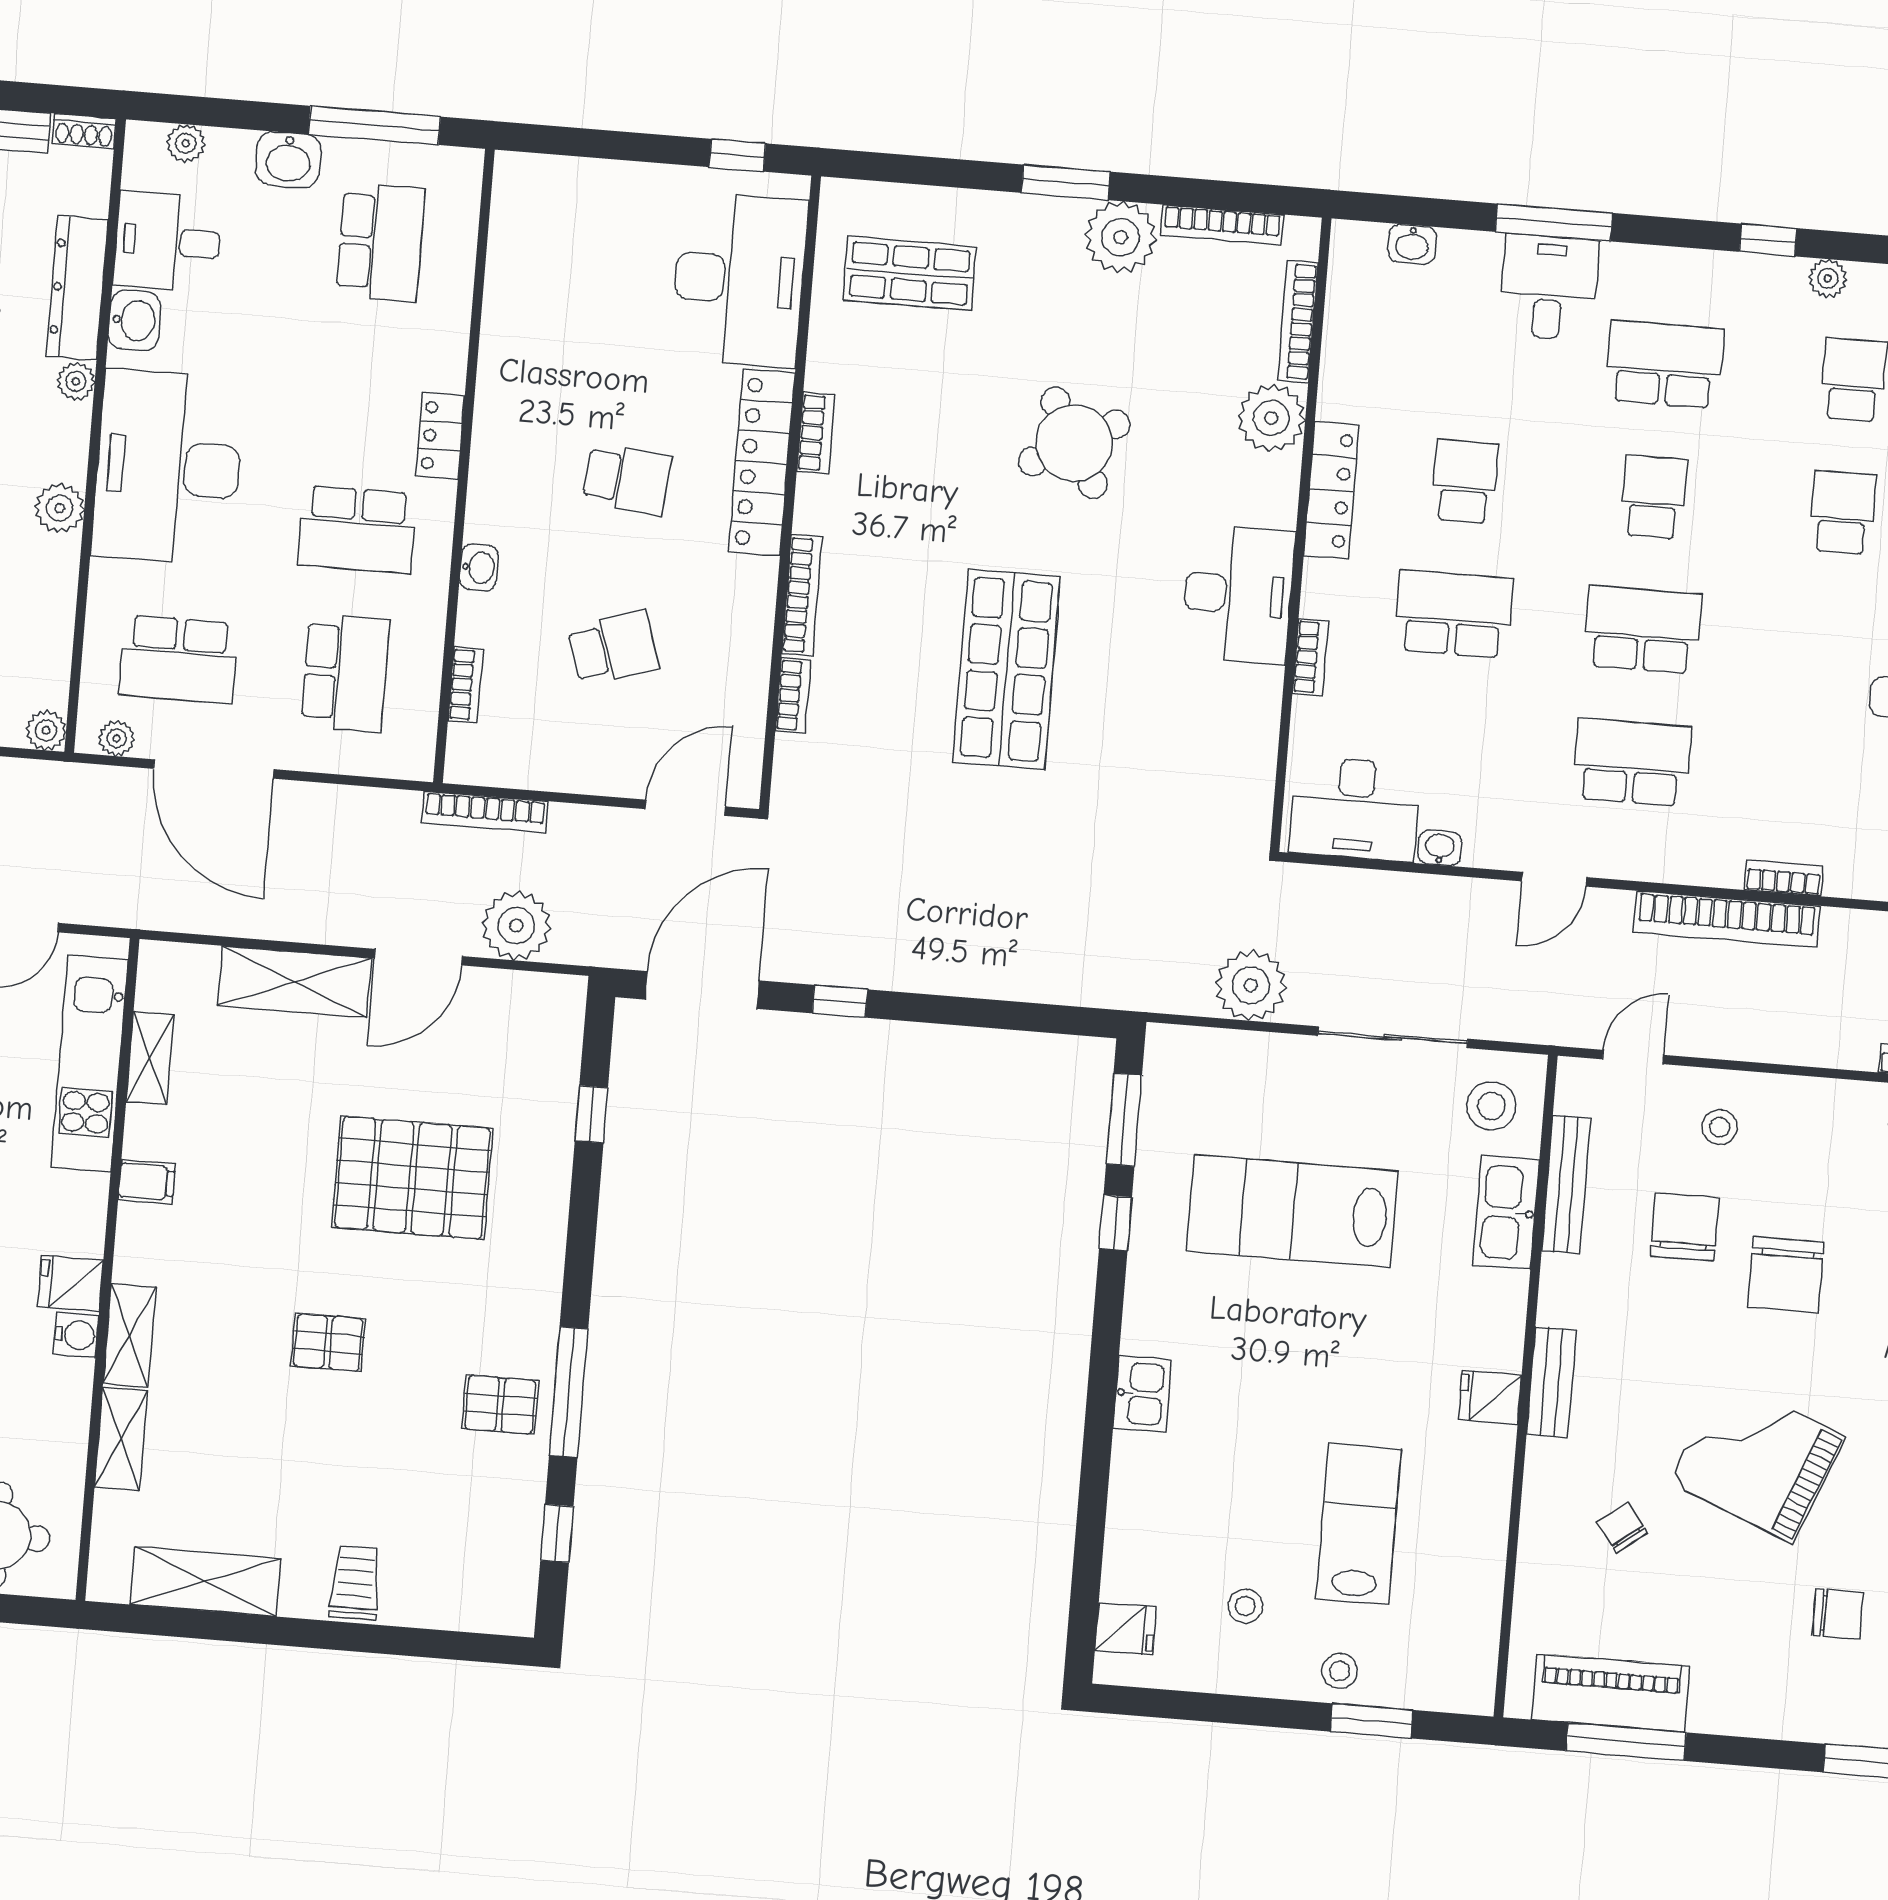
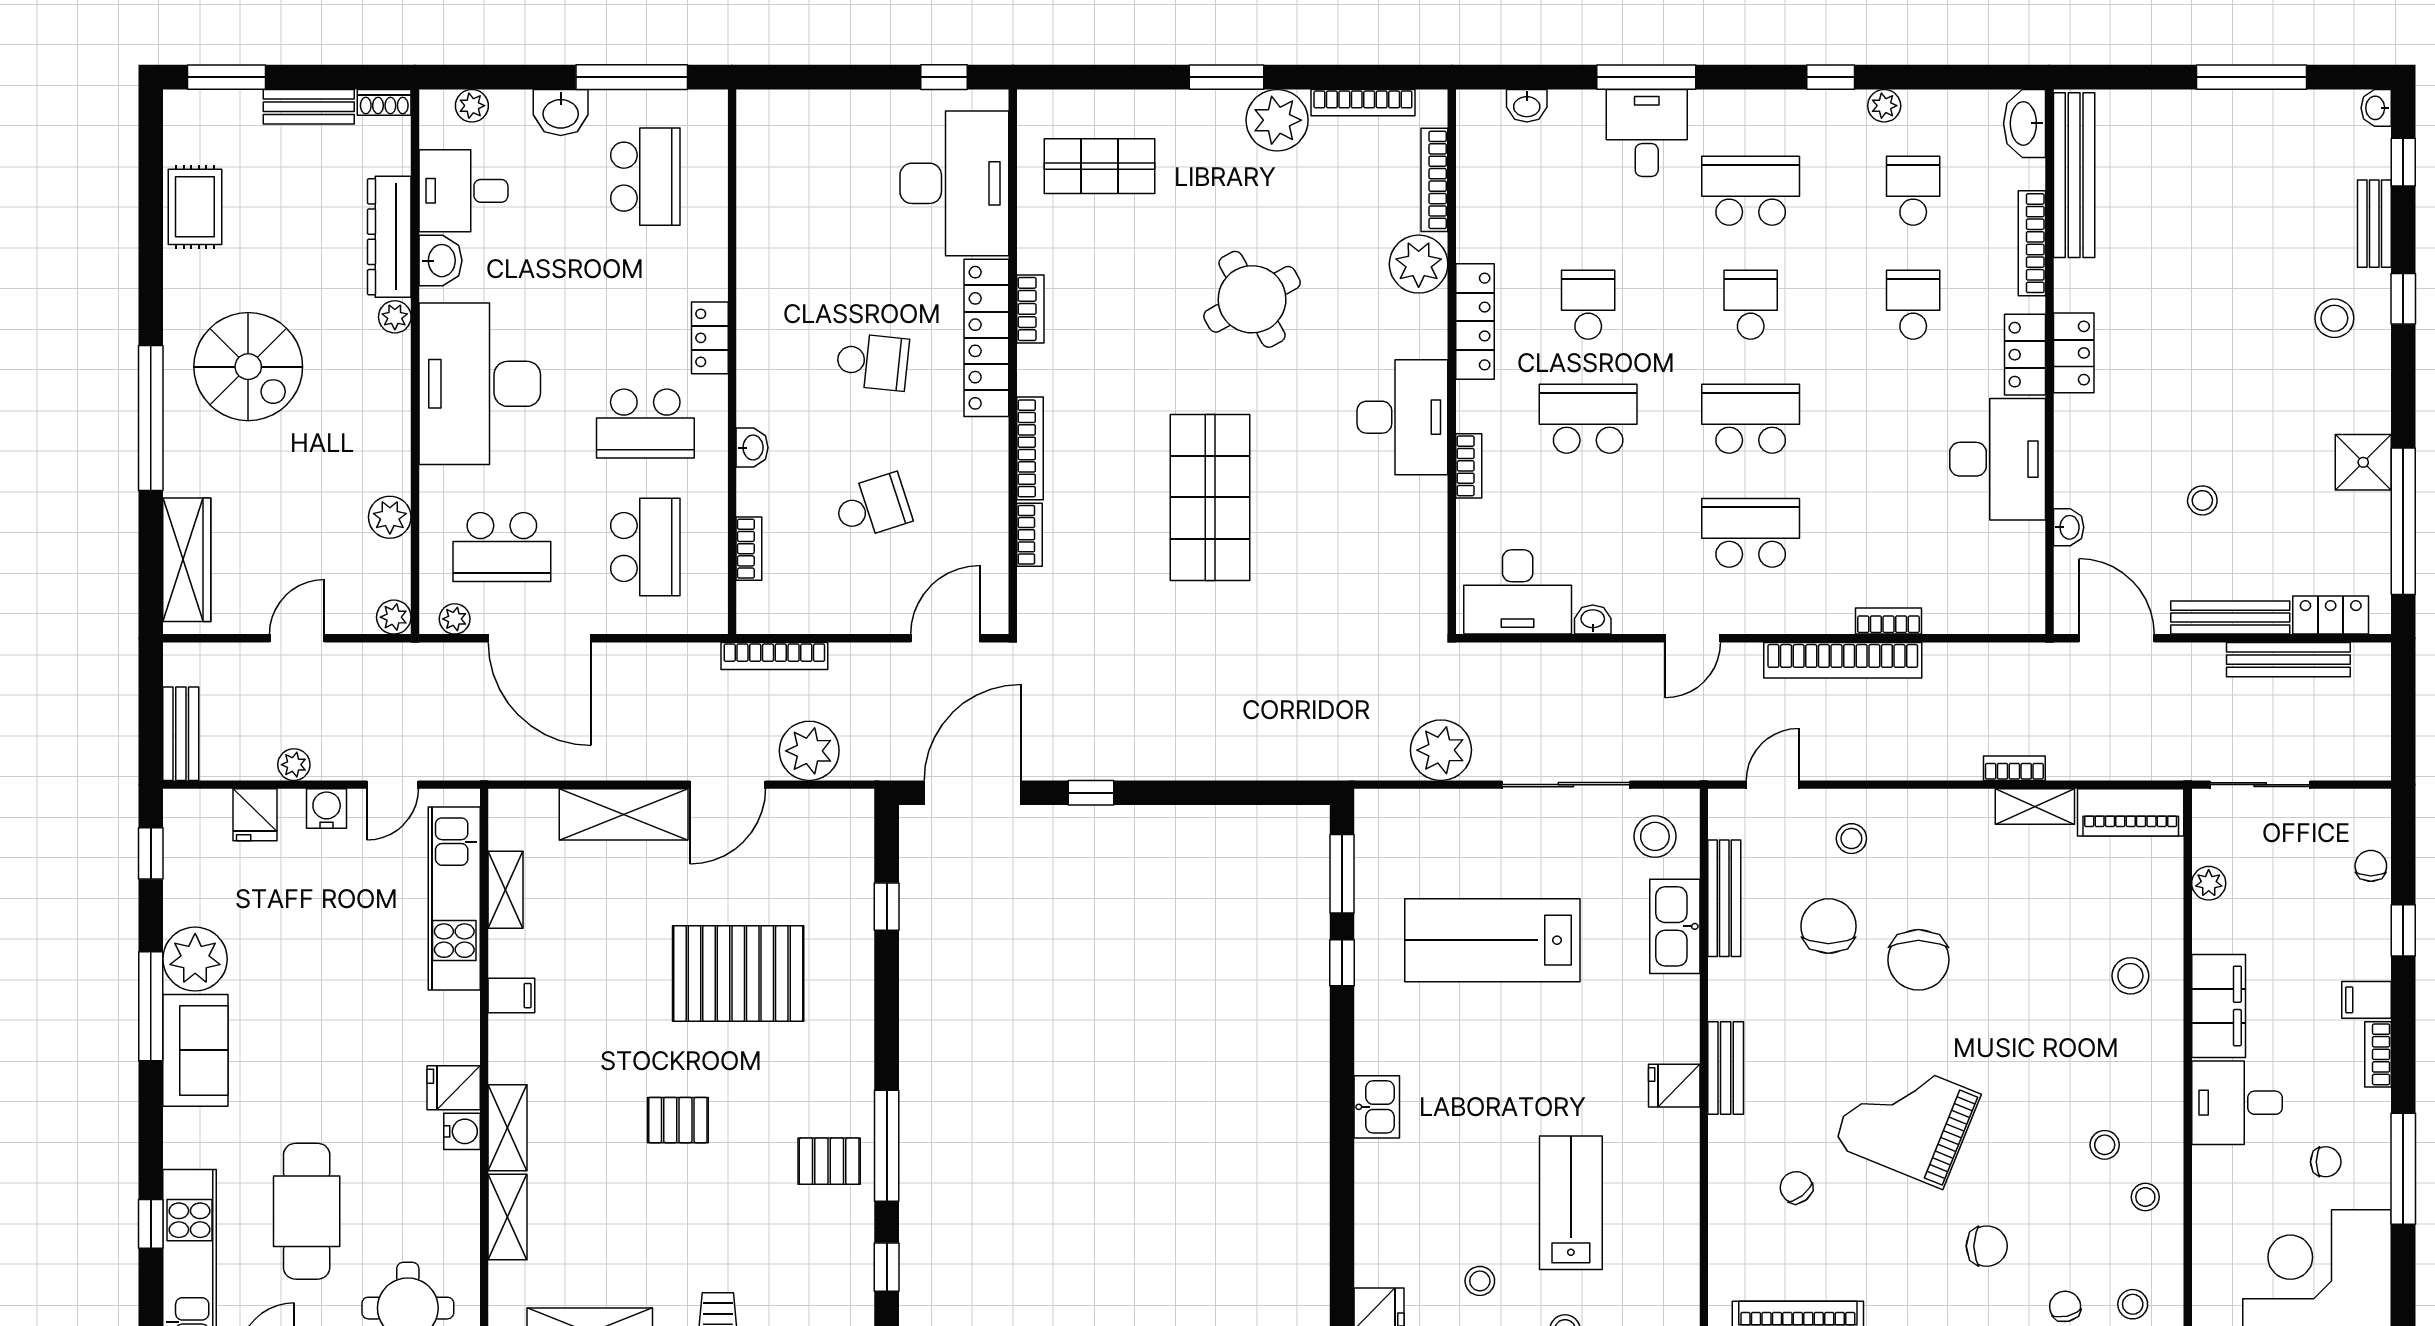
plant: (60, 508) -> (390, 517), moved

